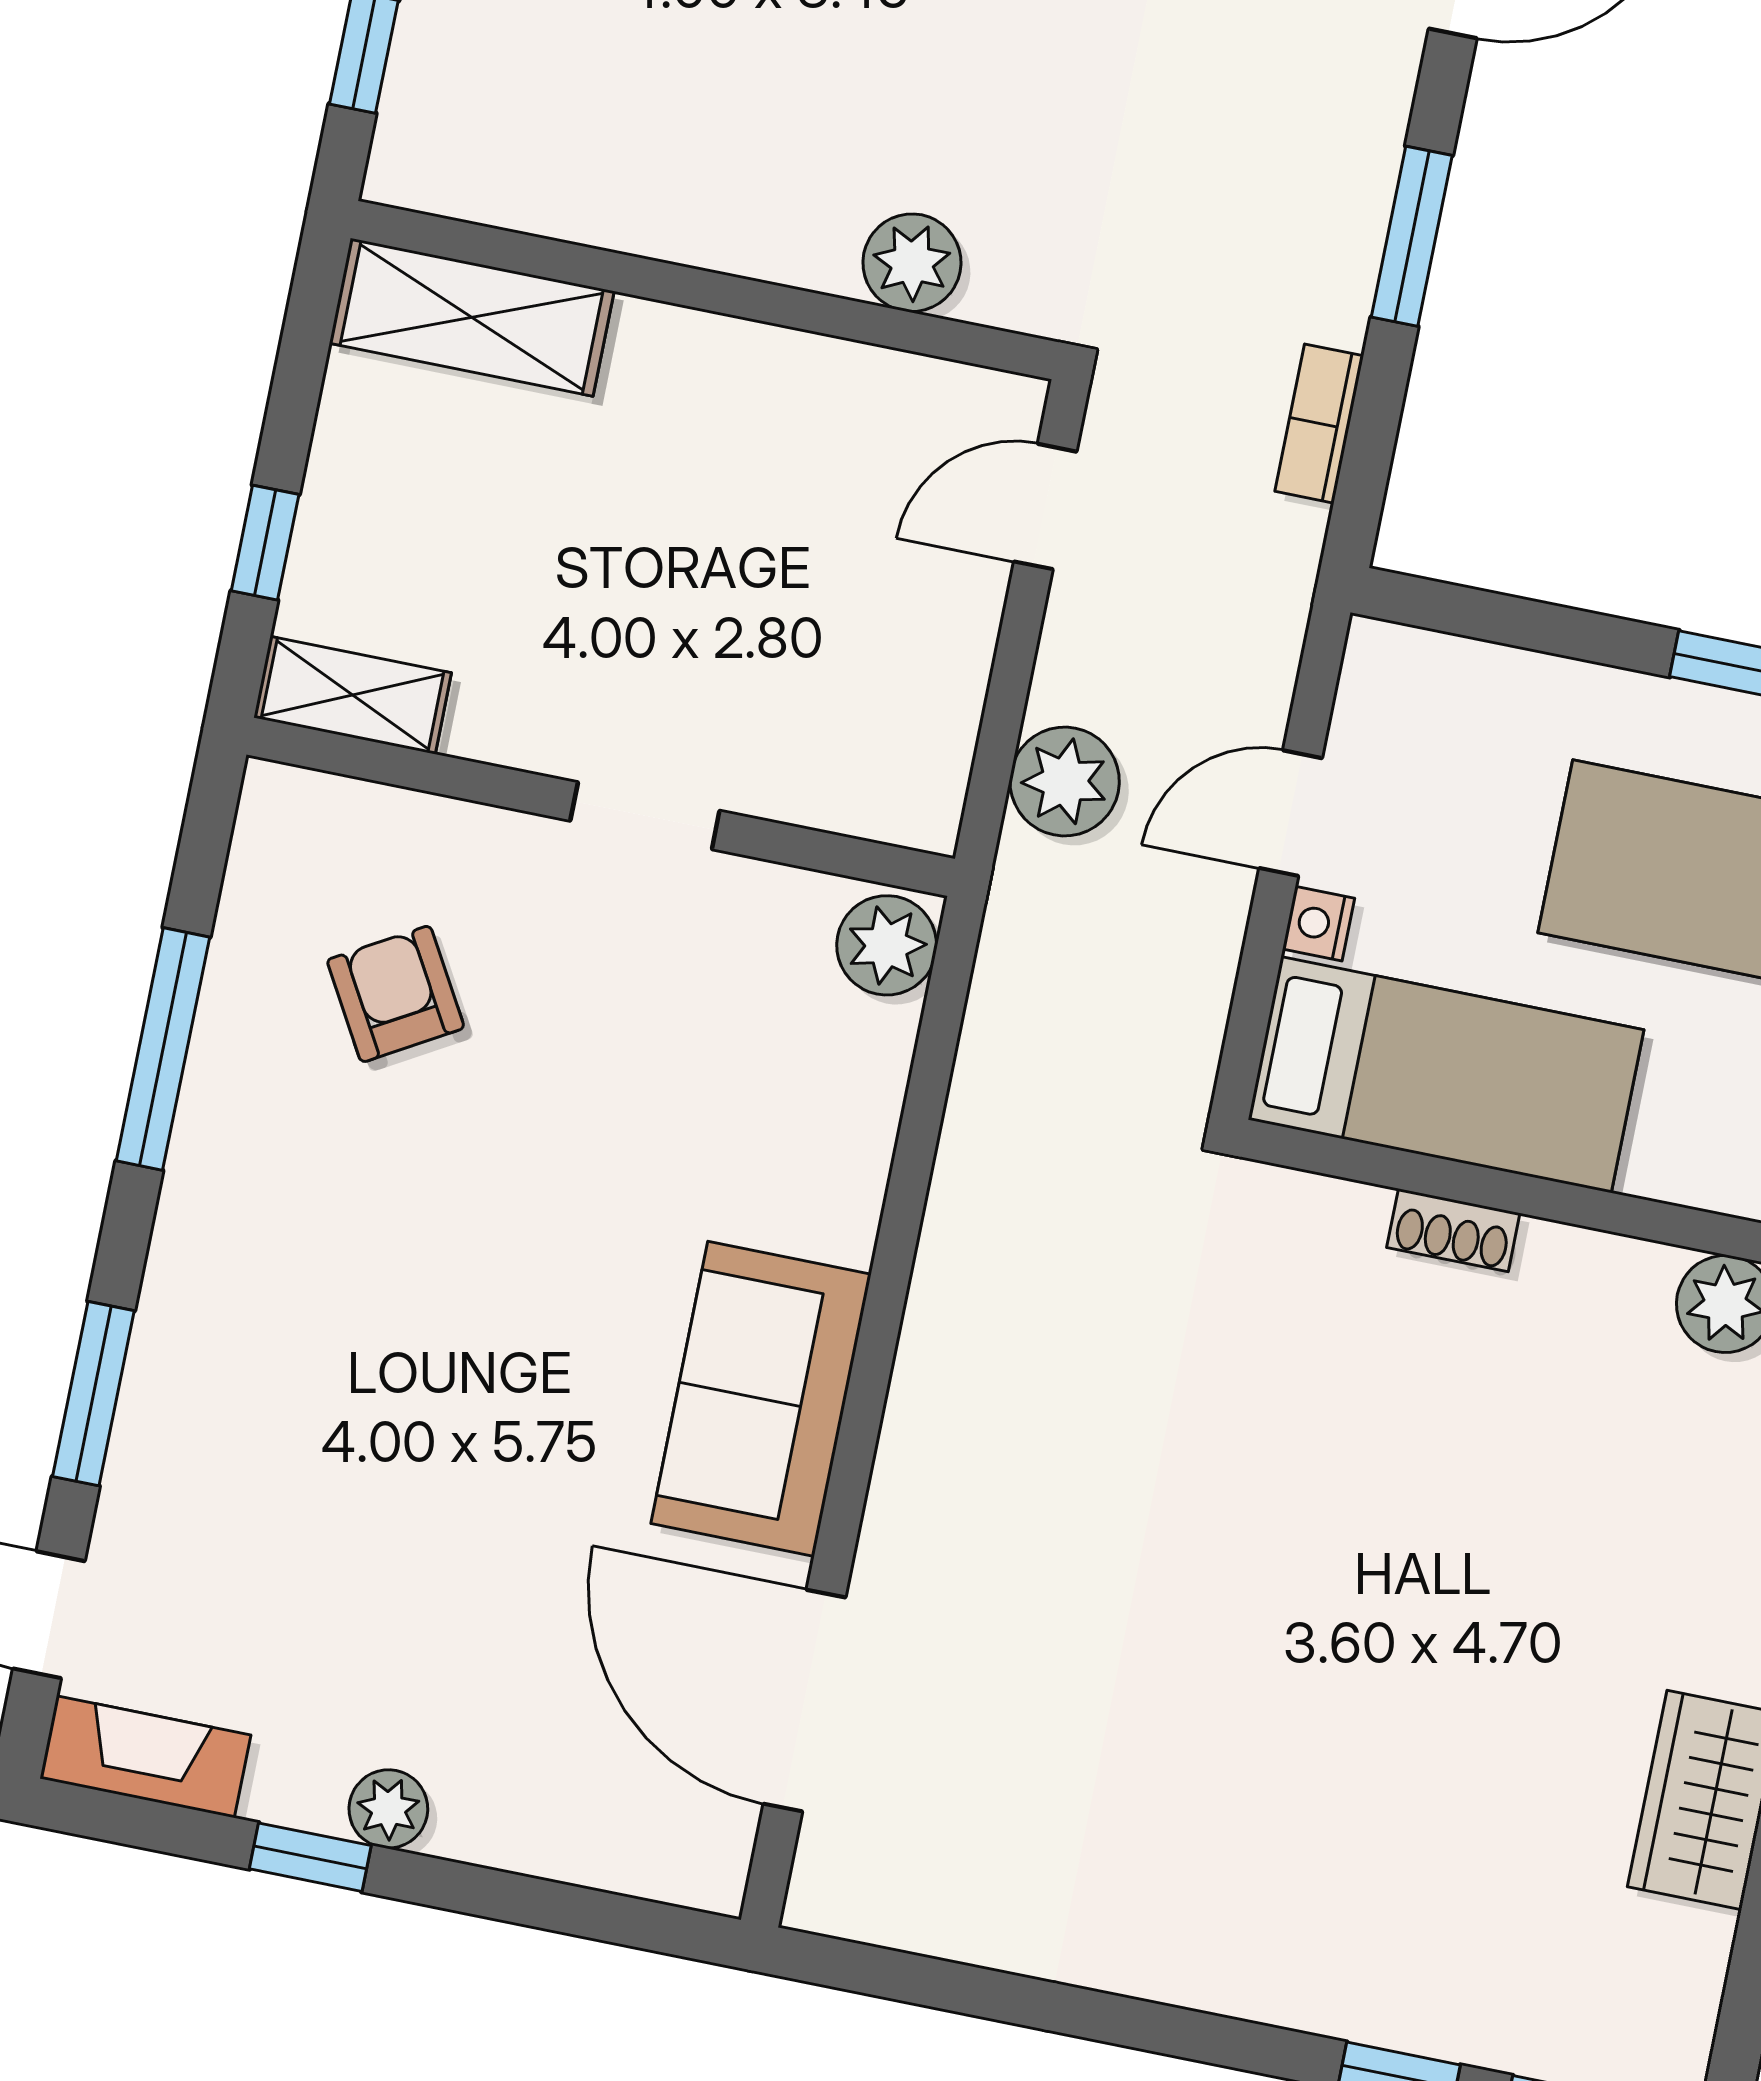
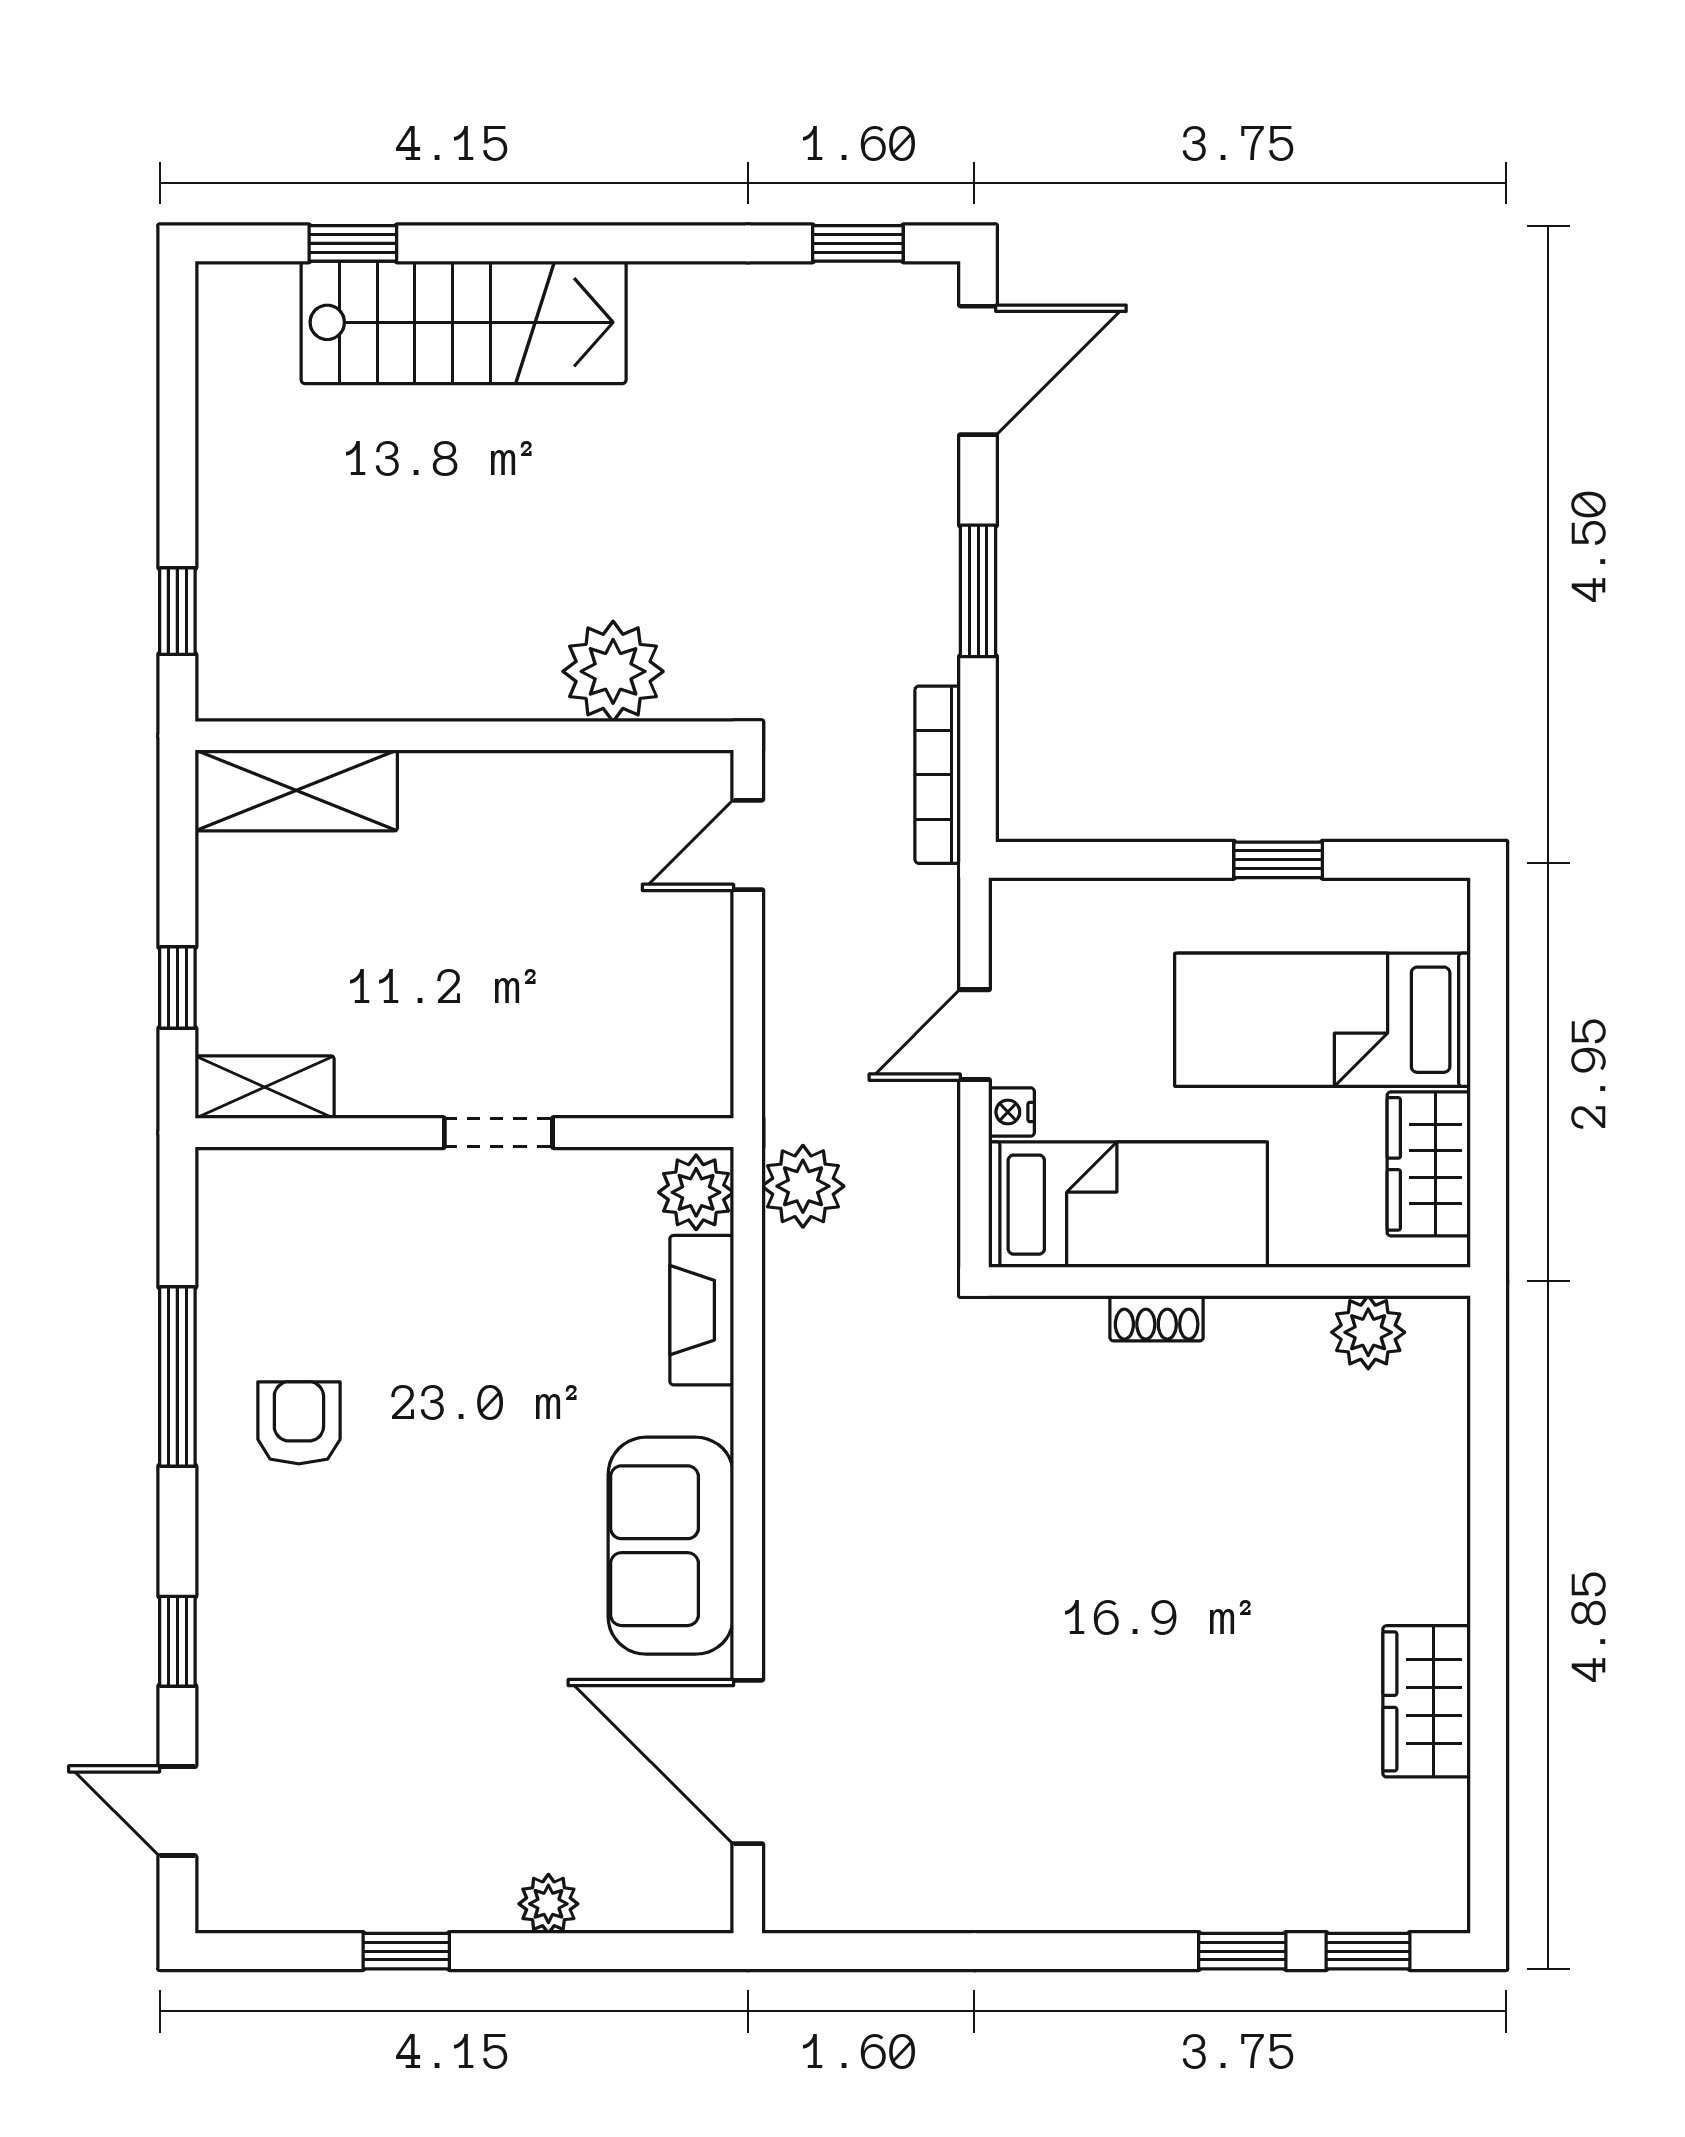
plant: (912, 263) -> (613, 671), width x1.36, depth x1.36
bookcase: (1319, 424) -> (938, 775), width x1.56
plant: (1065, 782) -> (803, 1186), moved
armchair: (396, 994) -> (299, 1423), moved, turned 30
window: (93, 1394) -> (177, 1641), width x0.67
fireplace: (145, 1757) -> (702, 1310), moved, turned -90
plant: (388, 1809) -> (548, 1904), moved

